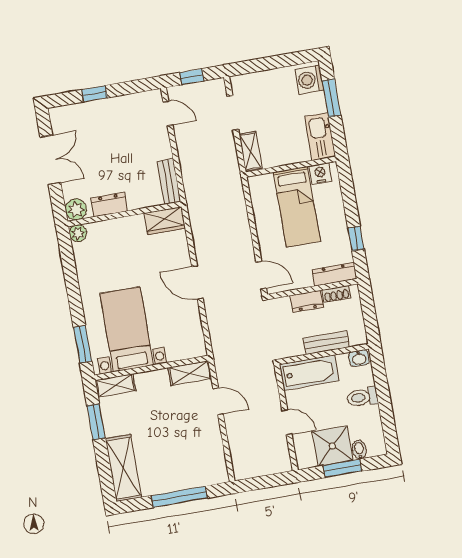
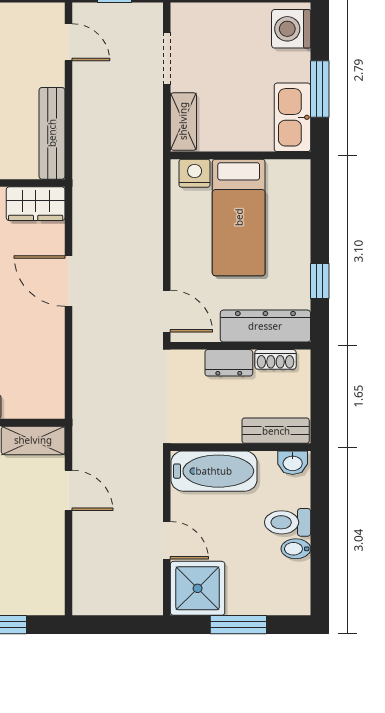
window: (331, 98) -> (320, 89), moved
nightstand: (320, 173) -> (195, 173), moved
bench: (169, 182) -> (52, 133), width x1.36
dresser: (334, 274) -> (265, 326), width x1.37, depth x1.24
door: (197, 283) -> (69, 281), moved
bench: (326, 343) -> (276, 431), moved
shower: (332, 446) -> (198, 588), moved
bidet: (359, 450) -> (296, 549), moved, turned -90

